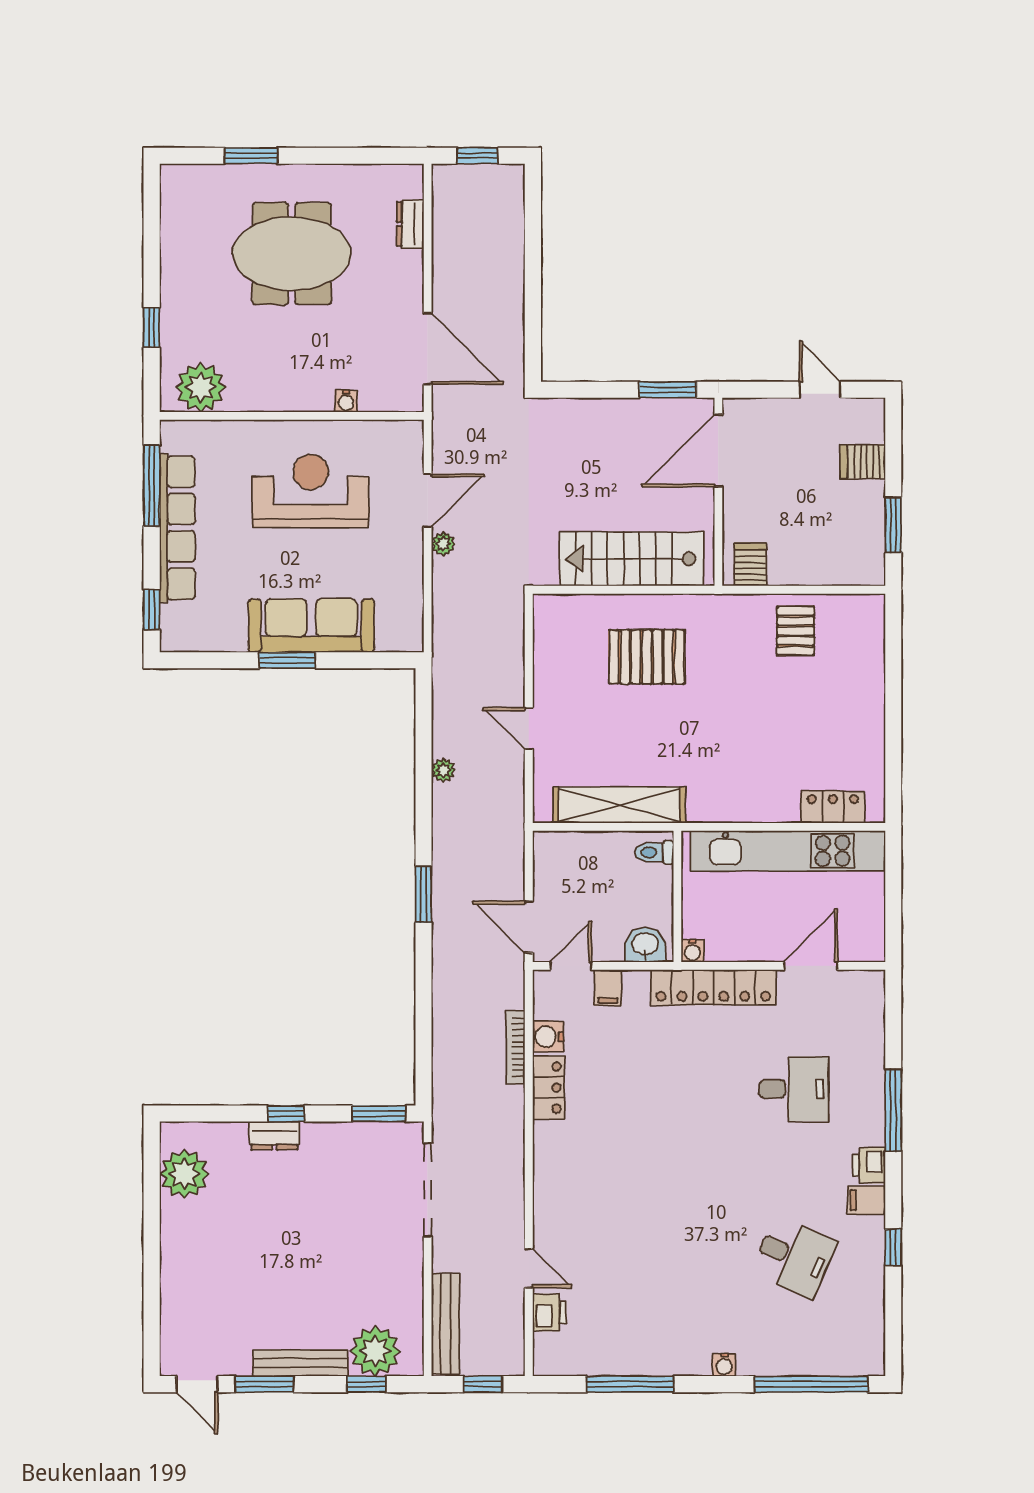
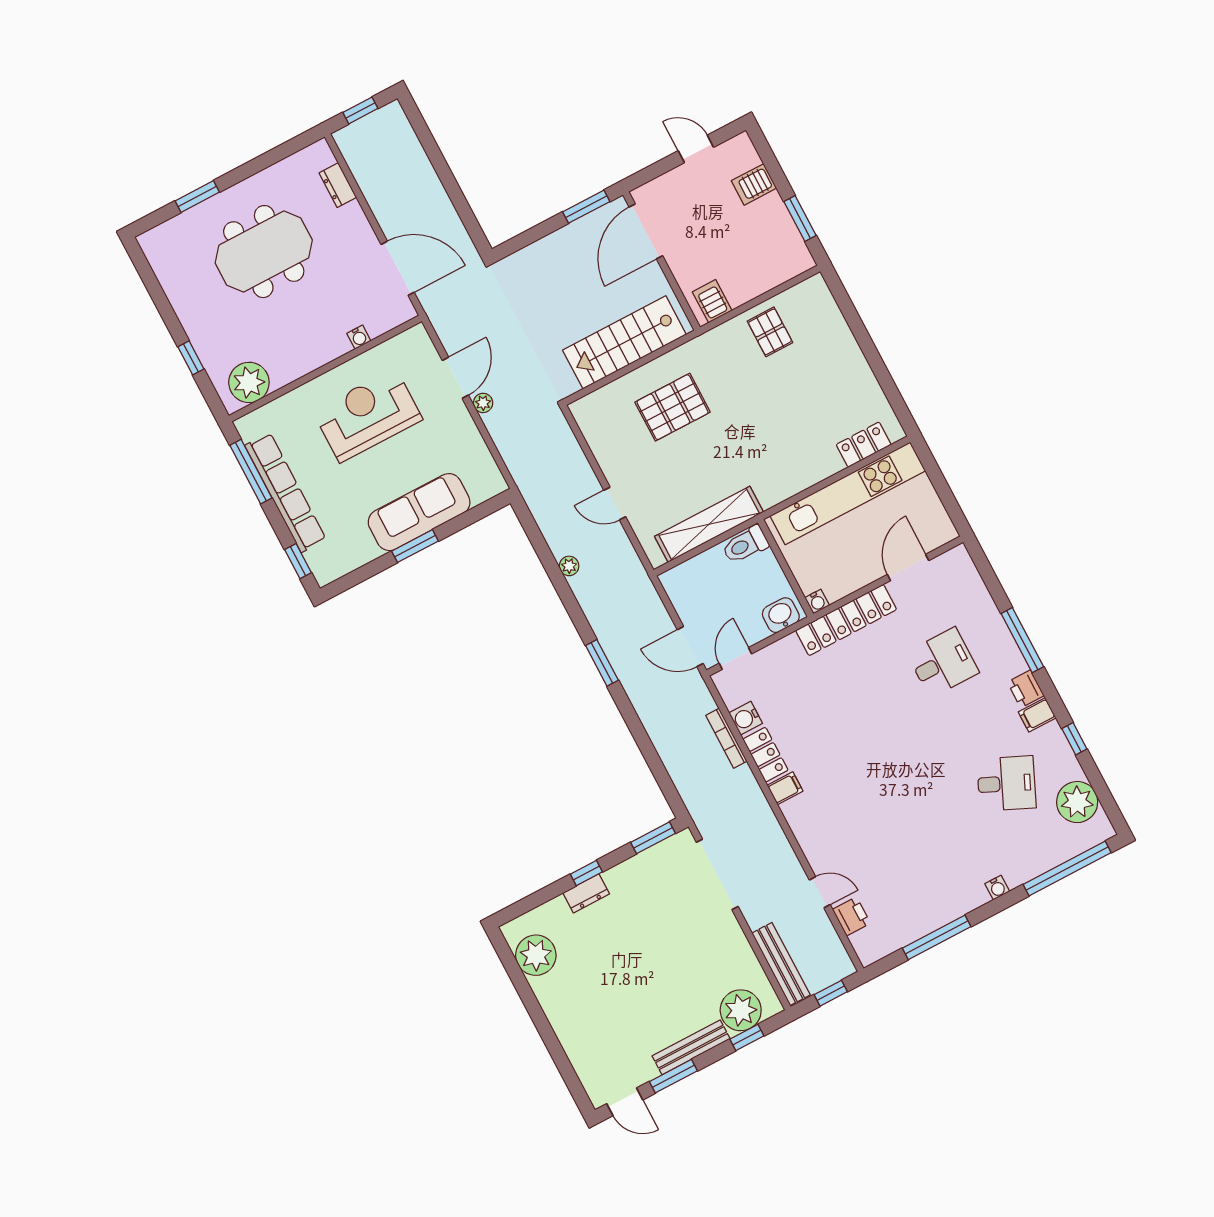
toilet: (654, 852) -> (745, 545), width x1.37, depth x1.39
filing cabinet: (608, 988) -> (785, 788), moved, turned -90
plant: (860, 1318) -> (1077, 802), added

